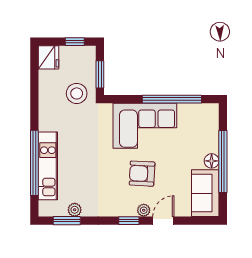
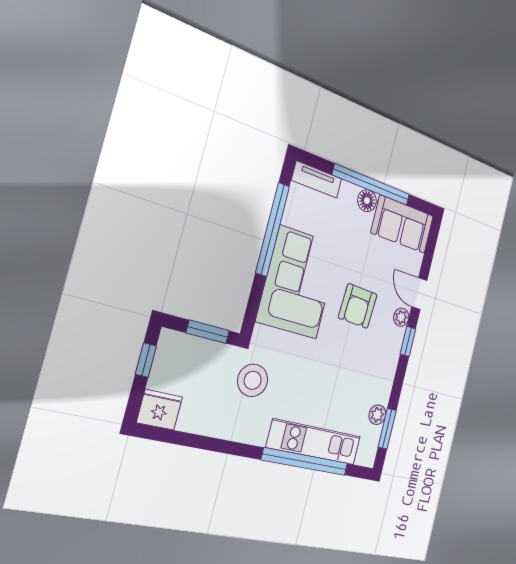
stool: (77, 93) -> (253, 380), moved
tv unit: (212, 121) -> (317, 180), added

